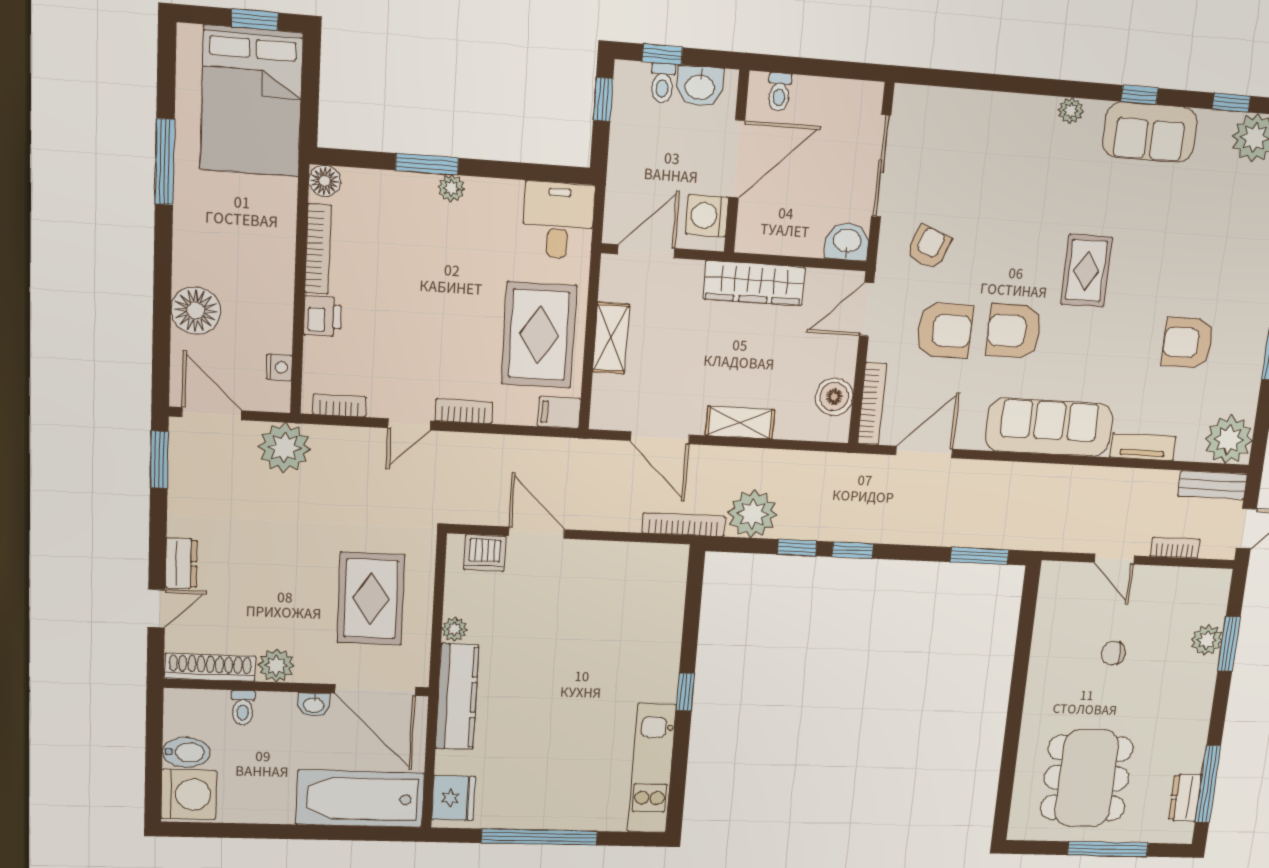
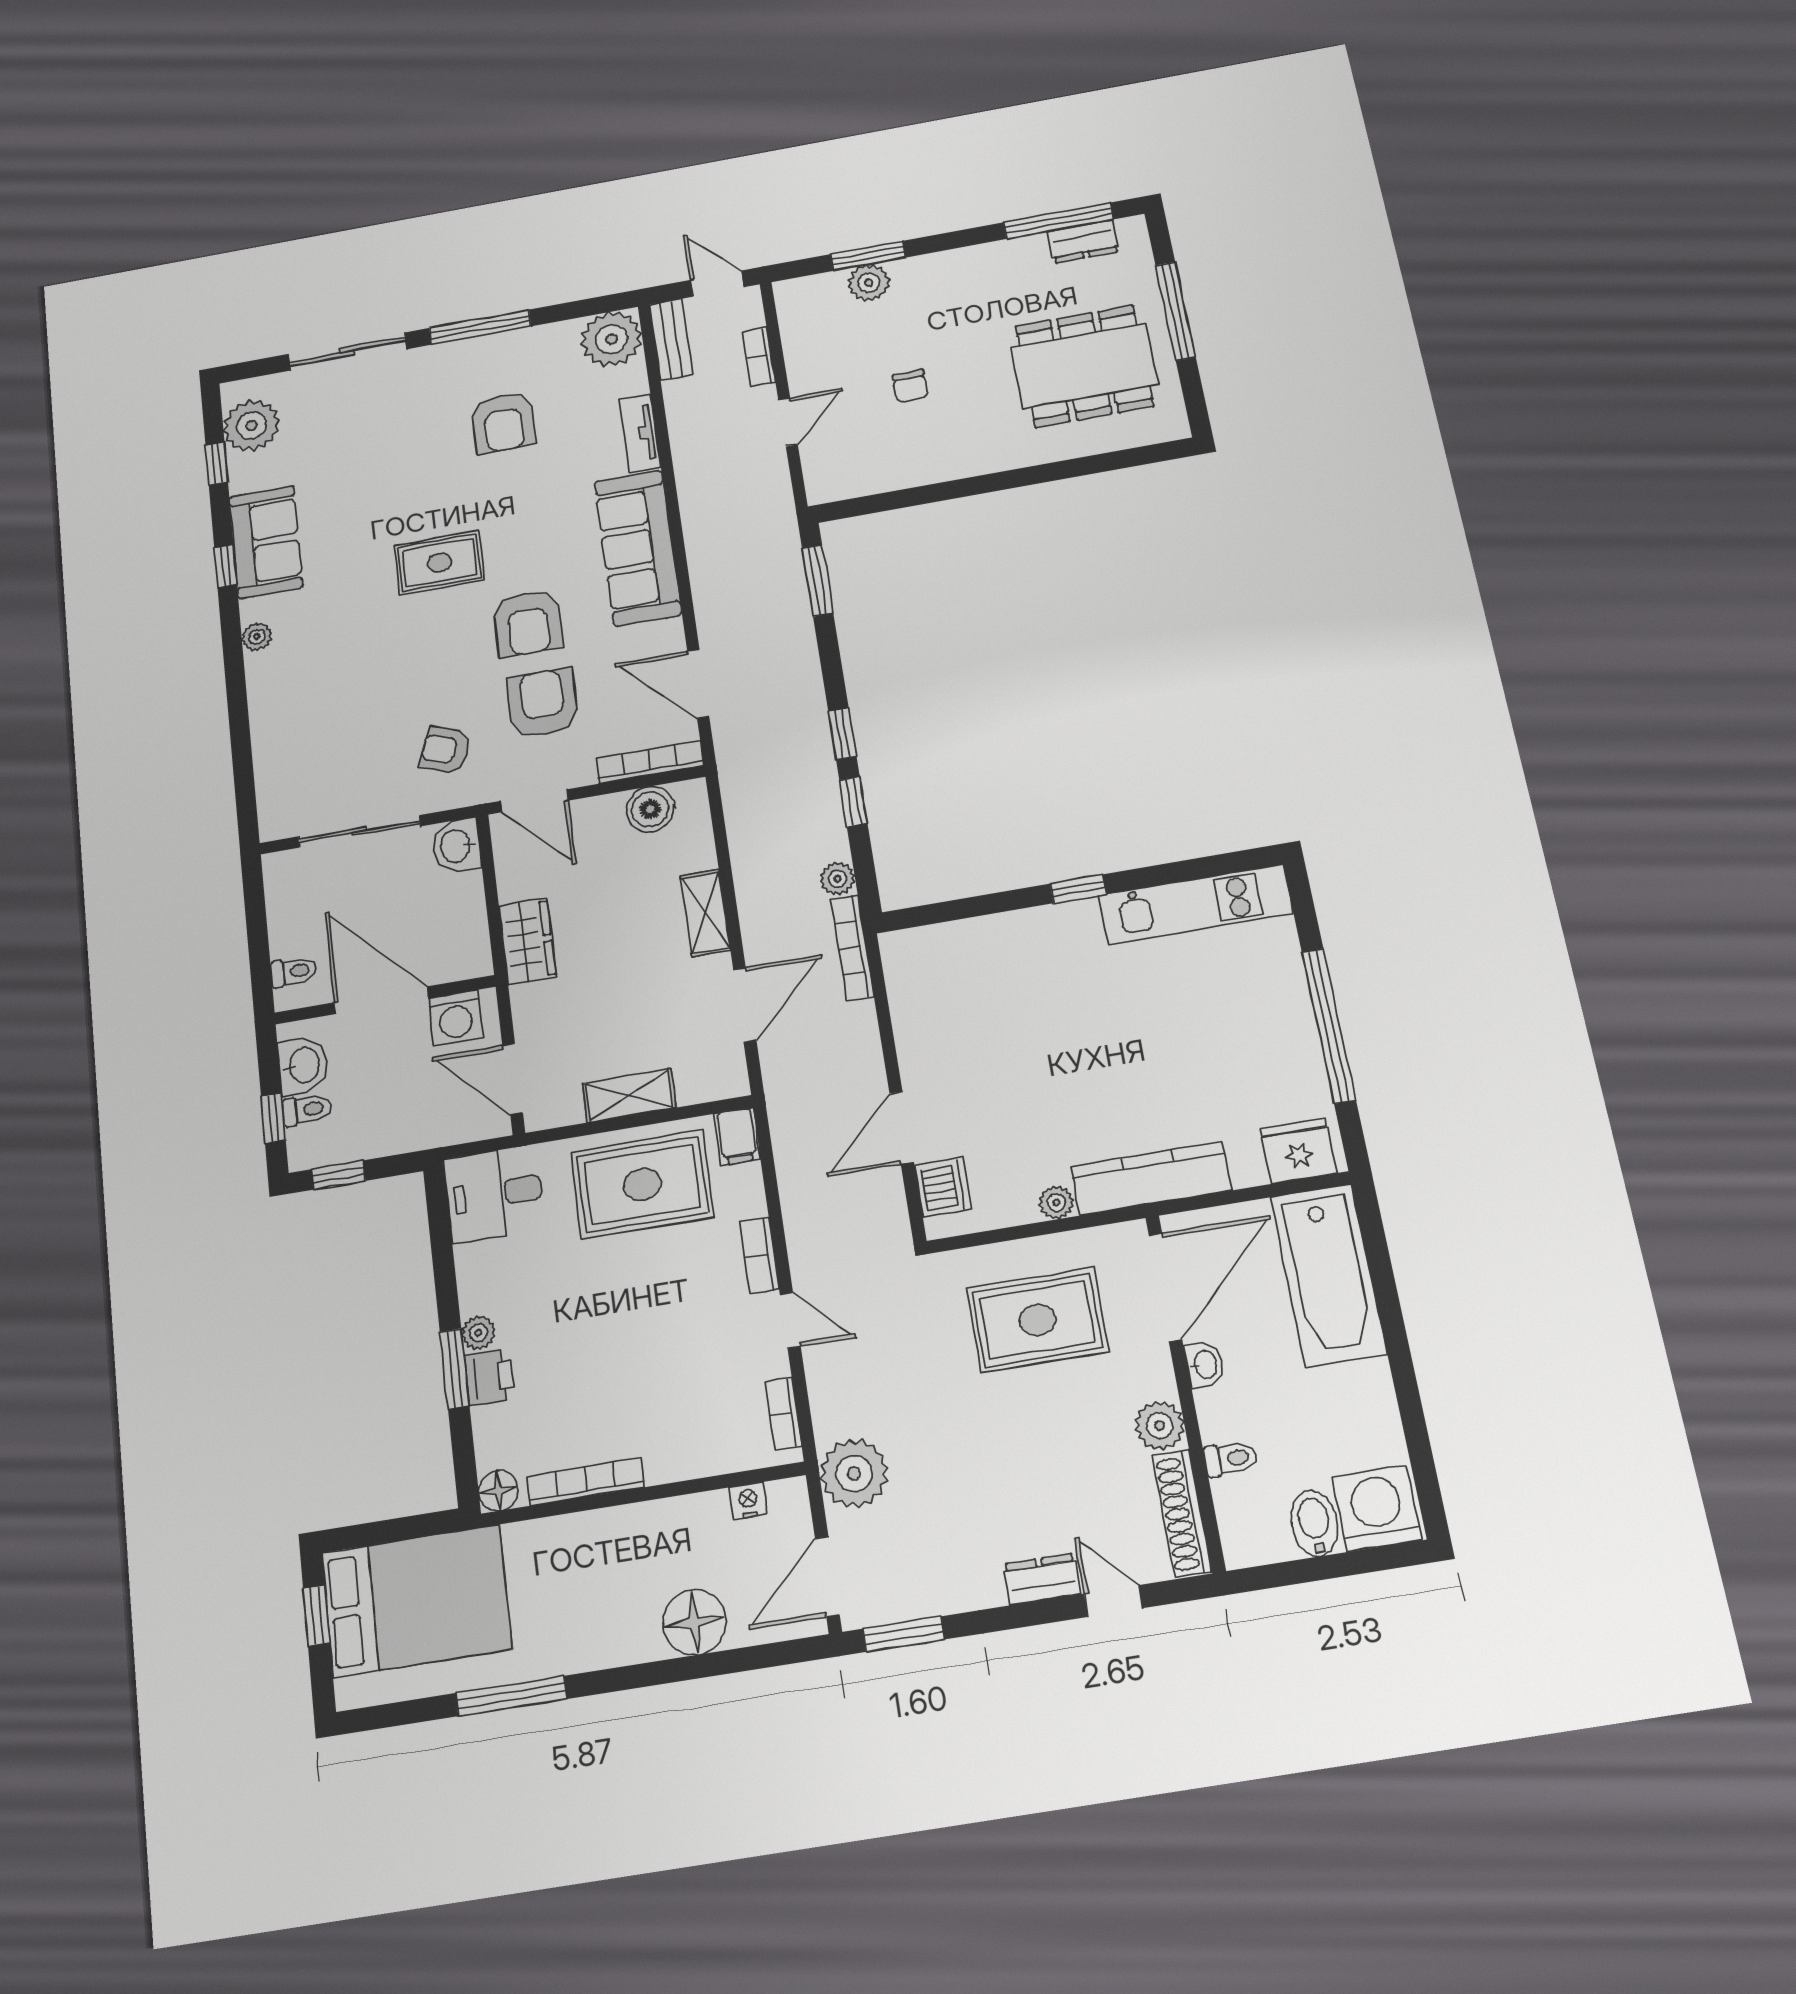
wardrobe: (754, 283) -> (527, 941), width x0.67
printer: (322, 316) -> (490, 1377), moved, turned 90
plant: (753, 514) -> (838, 879), width x0.53, depth x0.53

